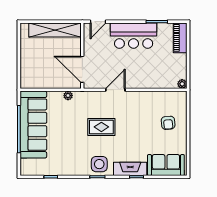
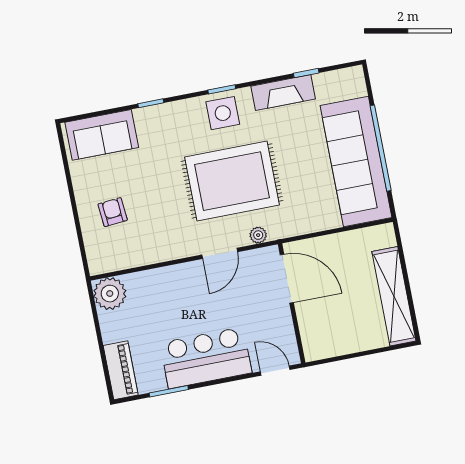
door: (98, 22) -> (275, 371), hinge flipped
shelving: (55, 30) -> (394, 296), moved, turned 90
plant: (182, 84) -> (110, 294), width x1.88, depth x1.88
plant: (68, 96) -> (258, 235), moved
rug: (101, 127) -> (232, 181), width x1.86, depth x2.06
fireplace: (130, 169) -> (283, 93), moved

